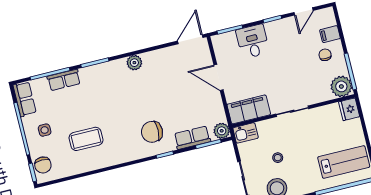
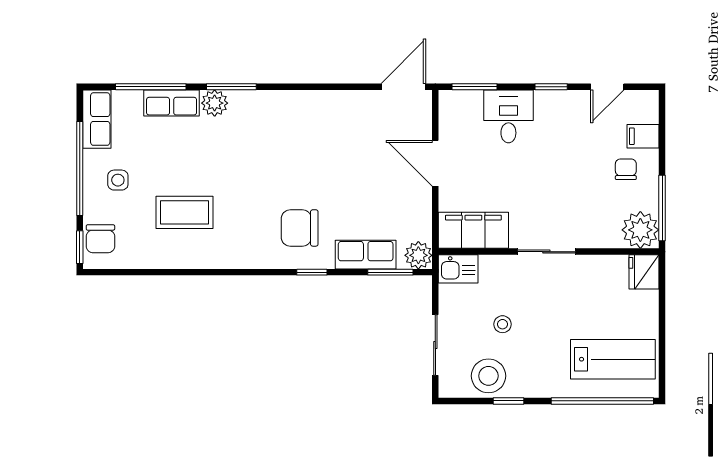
plant: (134, 63) -> (215, 103), moved

